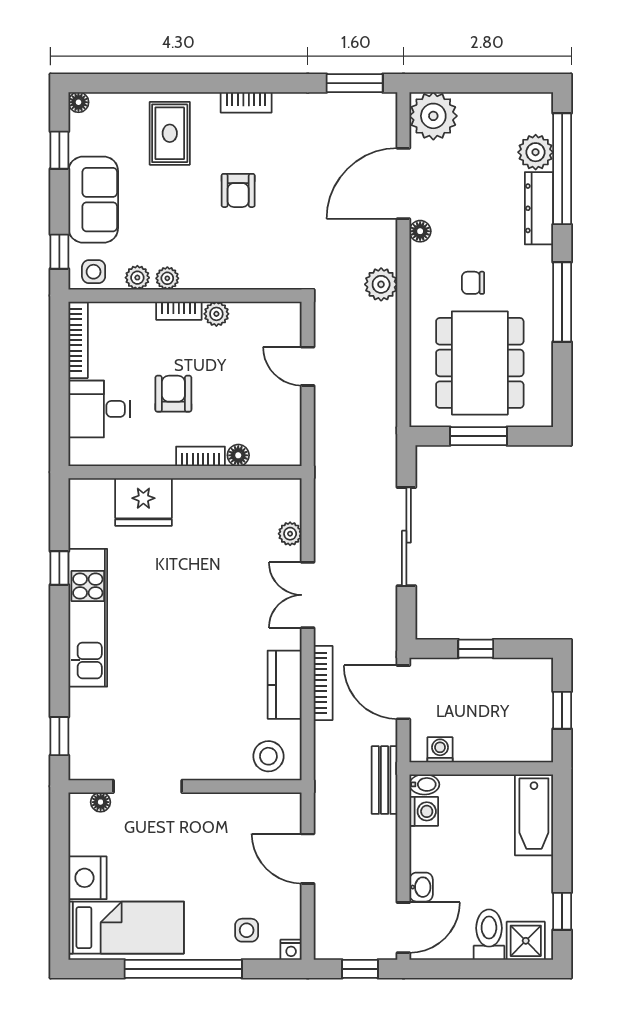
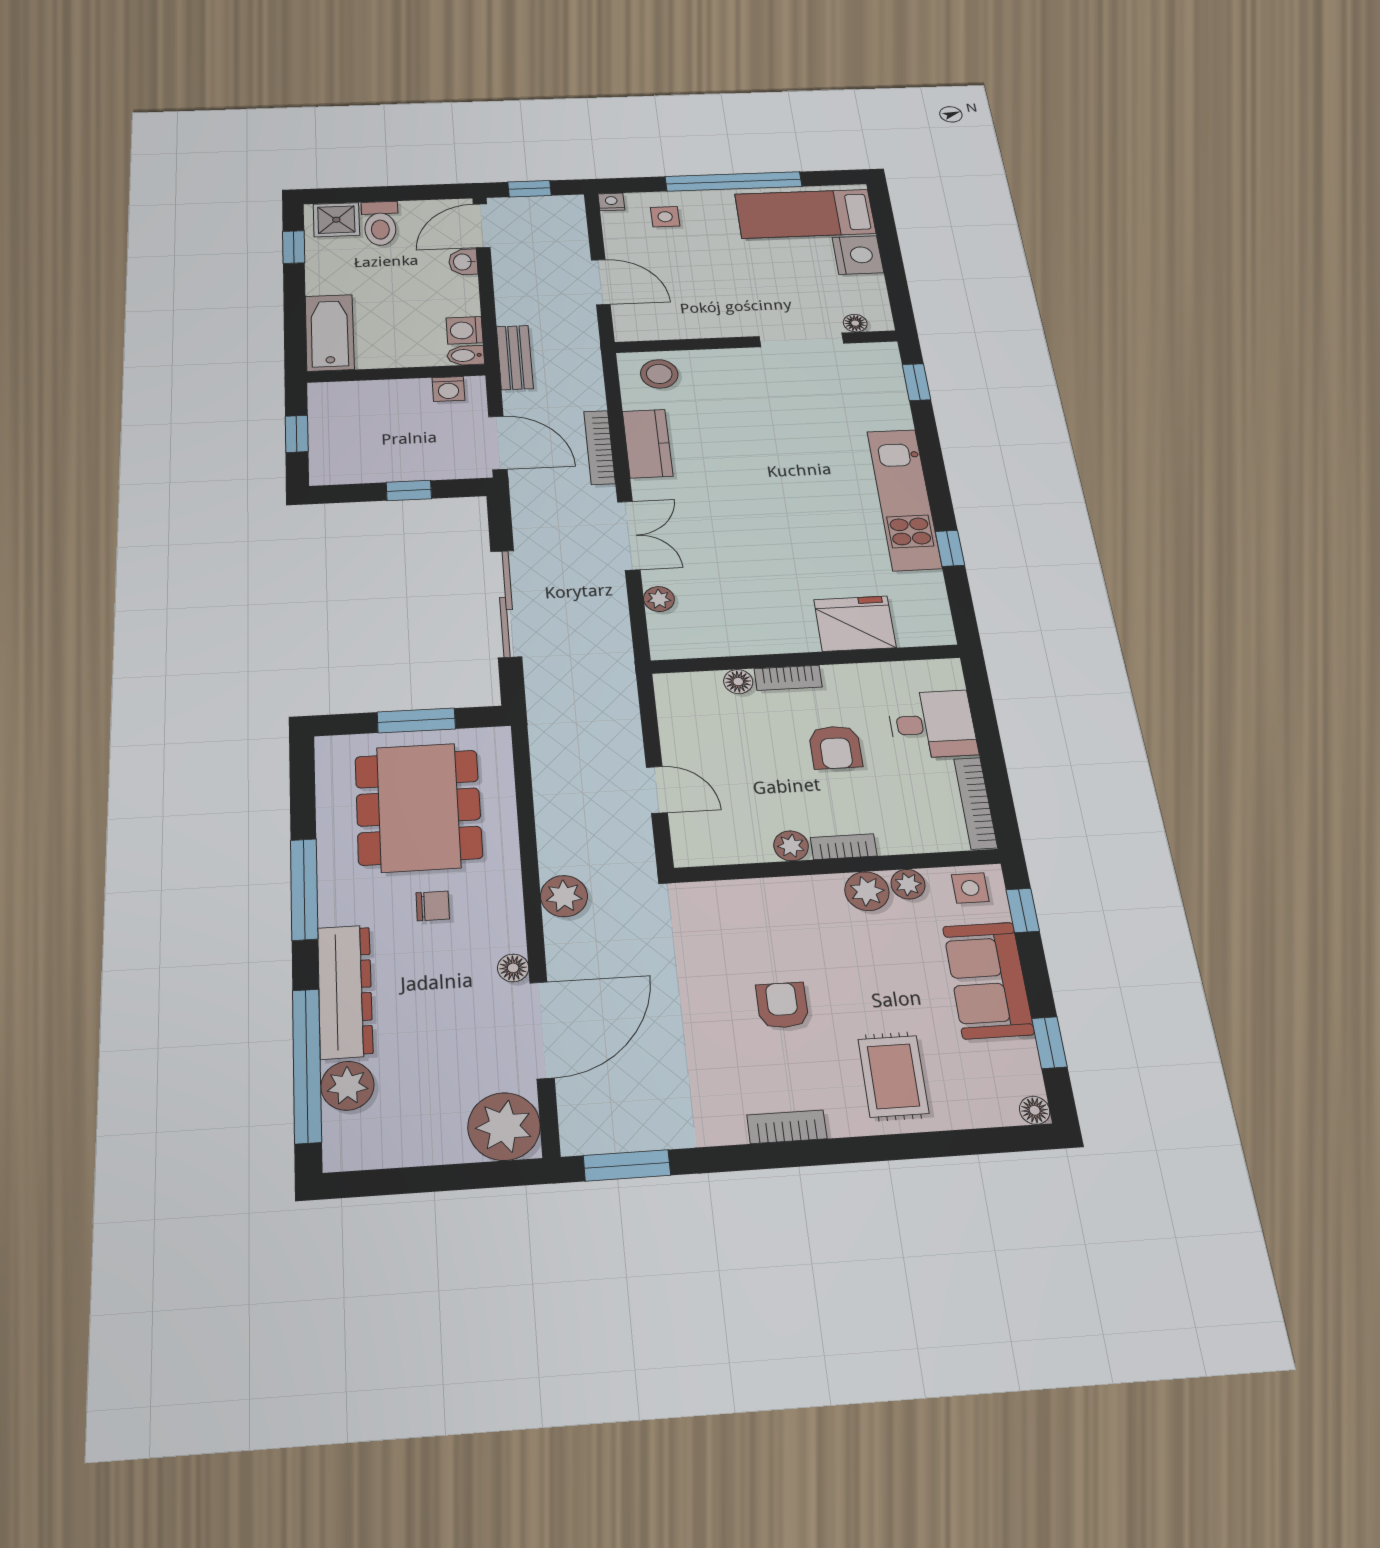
dresser: (539, 208) -> (345, 991), width x1.37, depth x1.24
plant: (167, 278) -> (867, 891), width x1.38, depth x1.38

